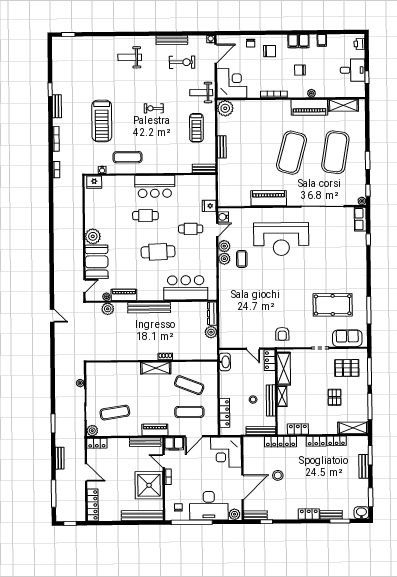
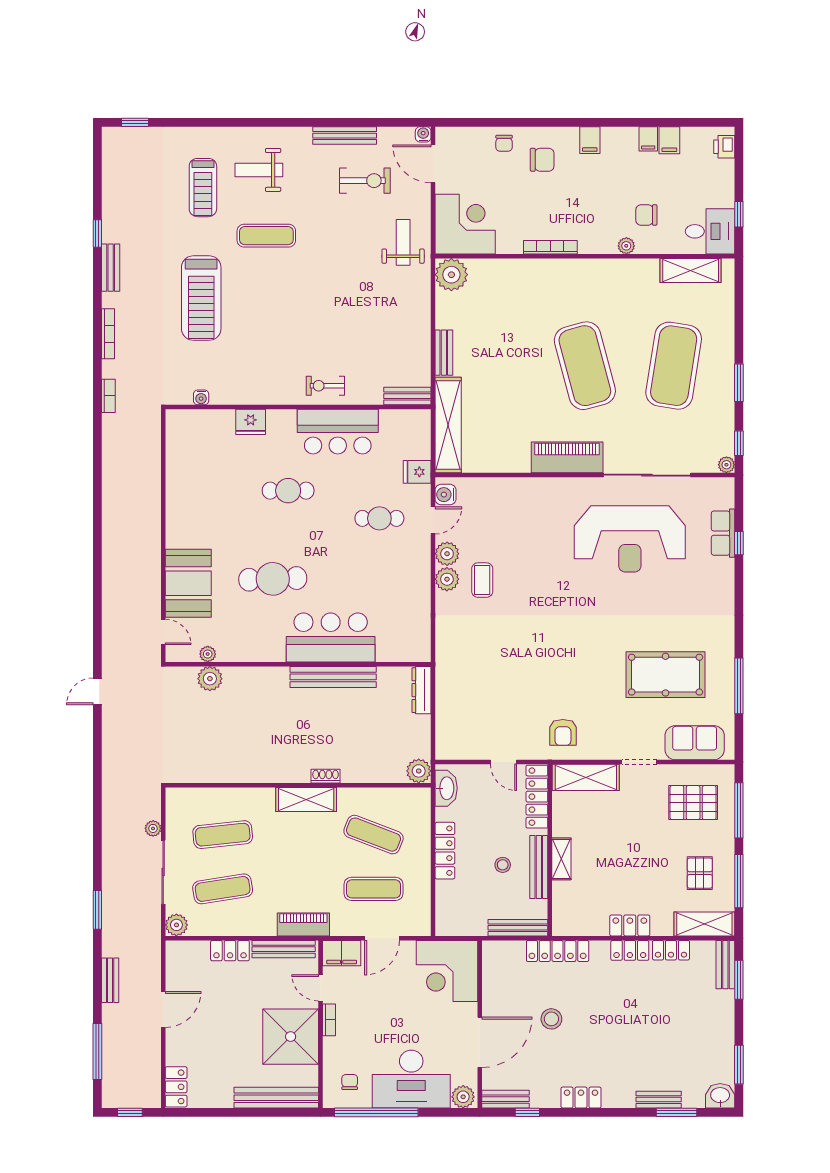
filing cabinet: (304, 41) -> (669, 140), moved
door: (216, 54) -> (433, 164), swing flipped
chair: (300, 70) -> (646, 215), moved
desk: (353, 70) -> (710, 231), moved
weight bench: (201, 93) -> (403, 242), turned 90
piano: (309, 107) -> (622, 274), removed
exercise bike: (154, 108) -> (325, 386), moved
treadmill: (196, 128) -> (203, 188), moved
exercise mat: (292, 153) -> (585, 366), turned -30
exercise mat: (128, 157) -> (266, 236), moved
fridge: (94, 182) -> (251, 422), moved
shelving: (224, 183) -> (448, 425), added
bar counter: (155, 186) -> (338, 432), moved
piano: (269, 198) -> (567, 457), moved
row of seats: (360, 219) -> (723, 533), moved
plant: (93, 236) -> (181, 532), removed
reception desk: (281, 239) -> (630, 539), moved
cafe table: (158, 252) -> (273, 579), moved
door: (84, 286) -> (163, 632), hinge flipped
bar counter: (186, 288) -> (331, 637), moved
piano: (124, 295) -> (243, 651), removed
bench: (149, 308) -> (333, 677), moved
door: (52, 316) -> (97, 691), swing flipped
plant: (211, 332) -> (419, 771), moved
locker: (270, 360) -> (537, 797), width x1.53
shelving: (284, 369) -> (586, 777), moved, turned 90
exercise mat: (115, 386) -> (223, 835), added
pallet: (335, 397) -> (700, 873), moved
locker: (225, 413) -> (445, 851), moved
locker: (298, 429) -> (630, 925), moved
locker: (97, 443) -> (230, 951), moved
bench: (364, 466) -> (725, 965), moved
door: (86, 472) -> (163, 1009), hinge flipped
locker: (93, 505) -> (176, 1087), width x0.66
locker: (309, 514) -> (581, 1098), moved

